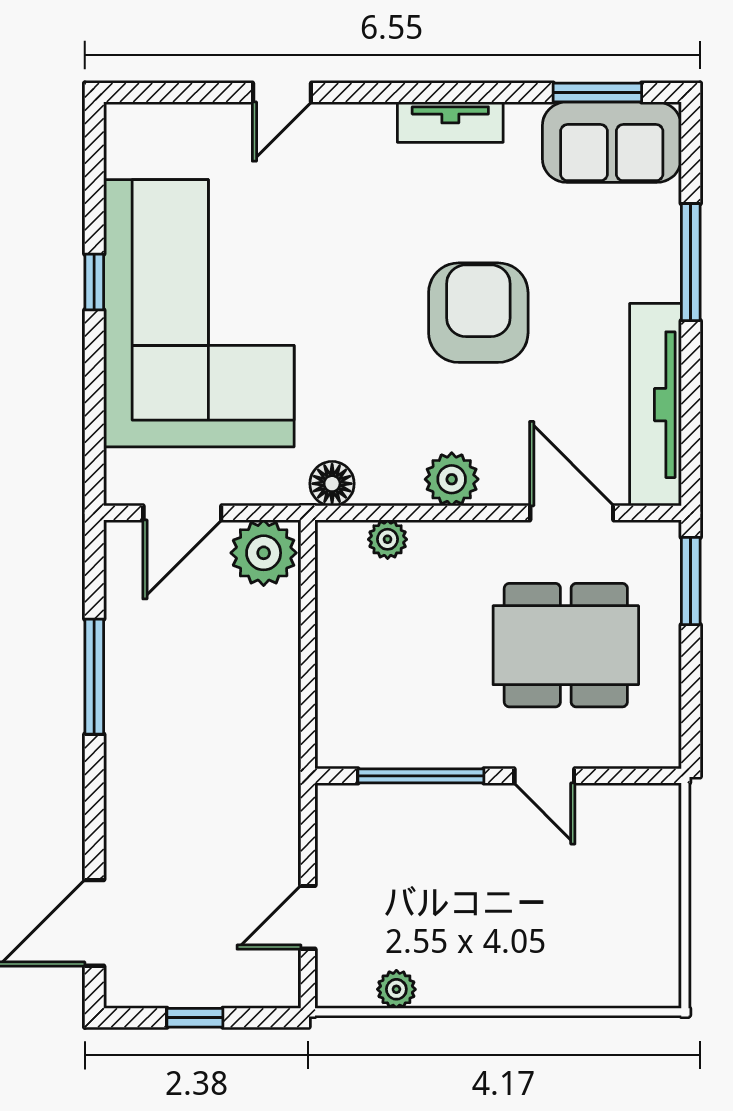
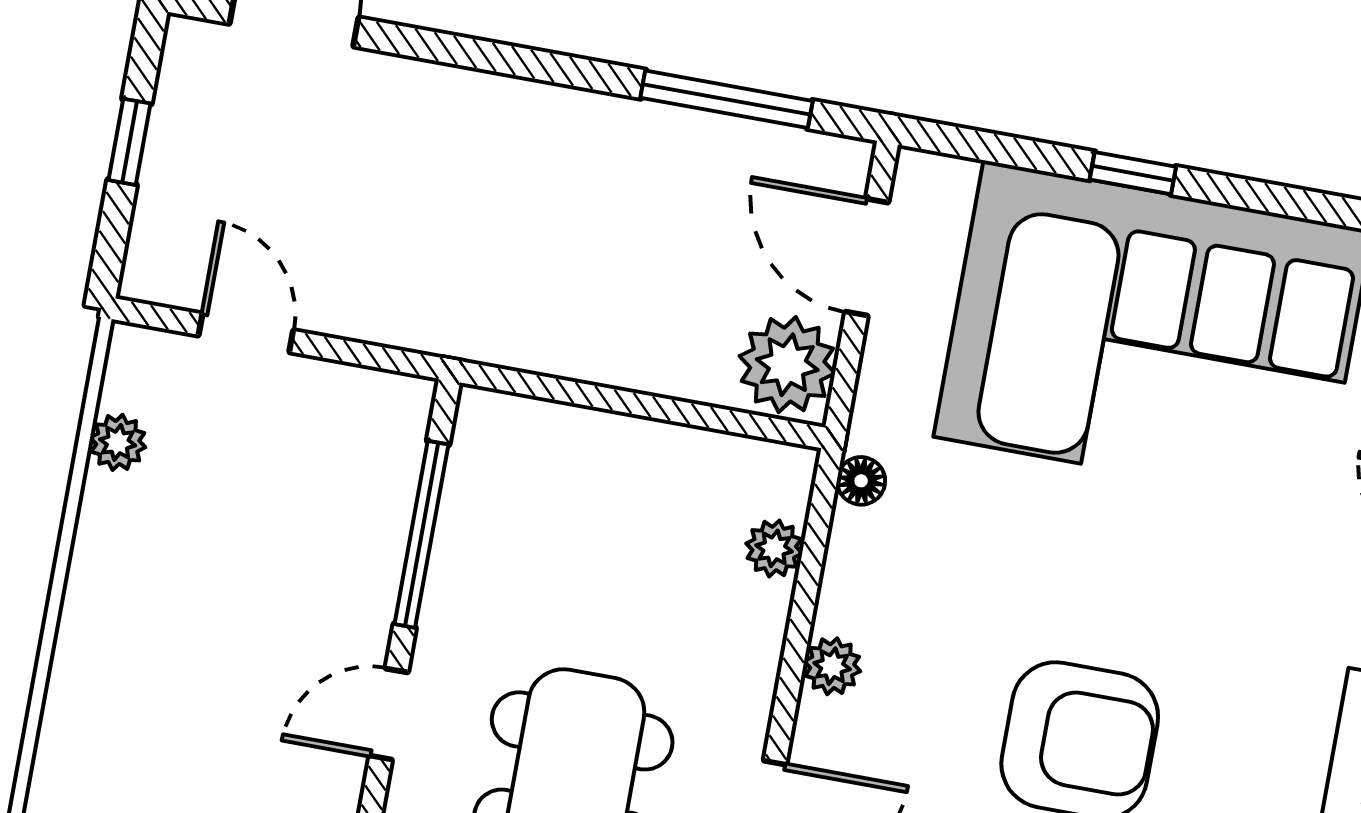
window: (94, 282) -> (1133, 173), moved
plant: (452, 479) -> (832, 666), width x0.73, depth x0.73
floor lamp: (332, 484) -> (861, 481), width x0.73, depth x0.73
window: (94, 677) -> (726, 99), moved

